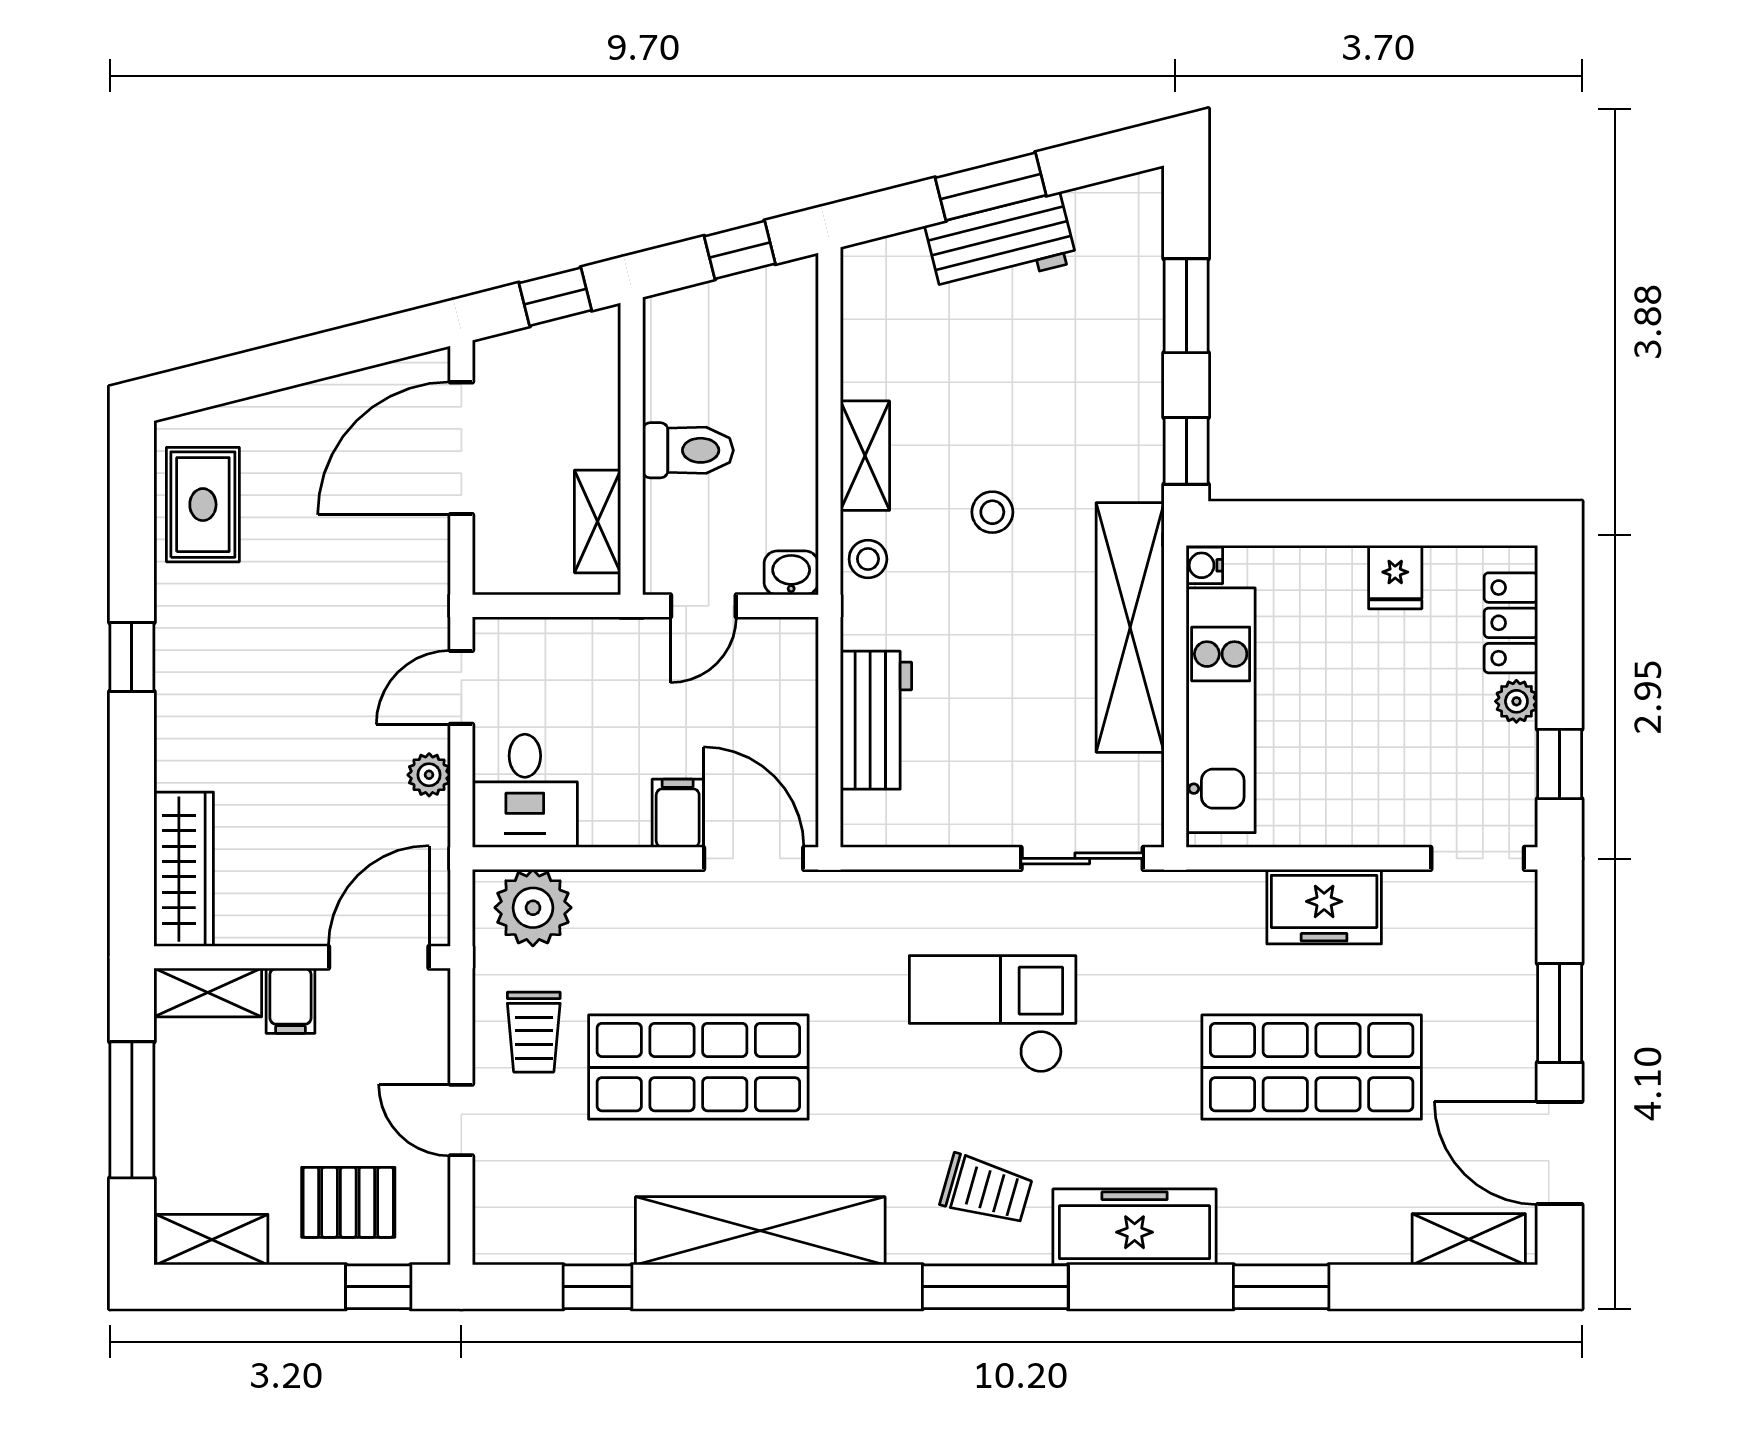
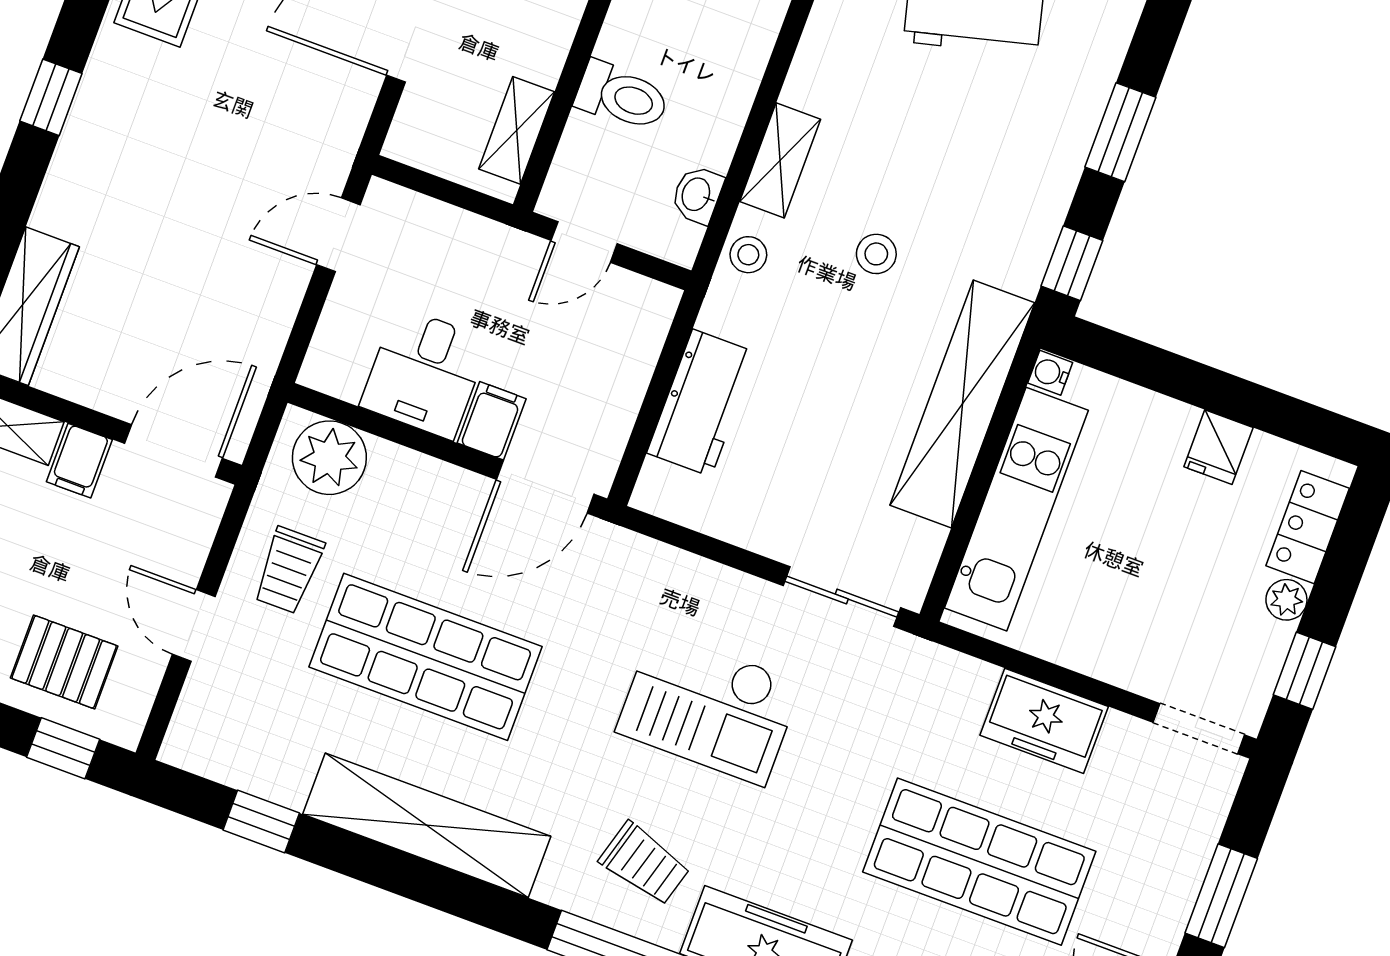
washbasin: (791, 573) -> (697, 195), moved, turned -90
plant: (429, 775) -> (280, 303), removed
desk: (525, 791) -> (425, 373), moved
door: (754, 858) -> (545, 487), swing flipped
checkout: (993, 1014) -> (709, 707), turned 180

